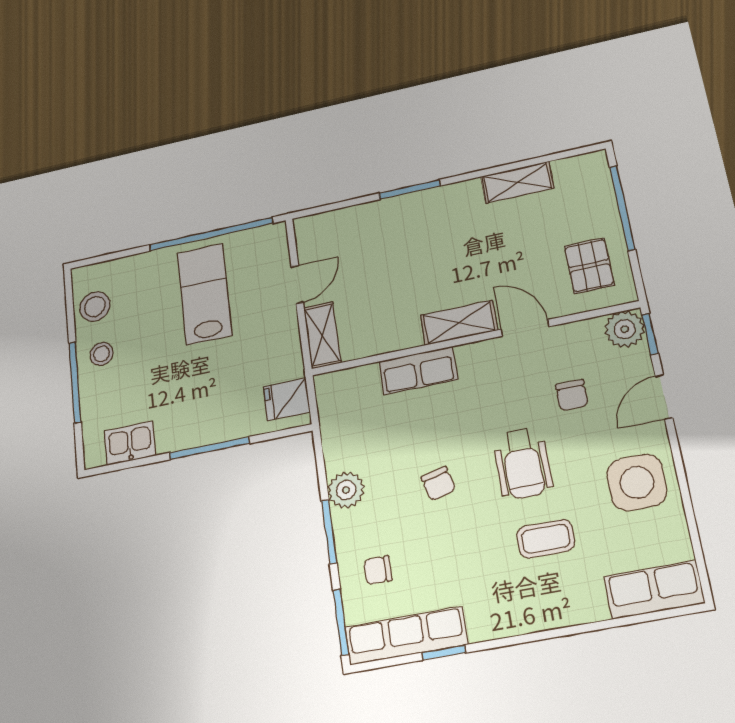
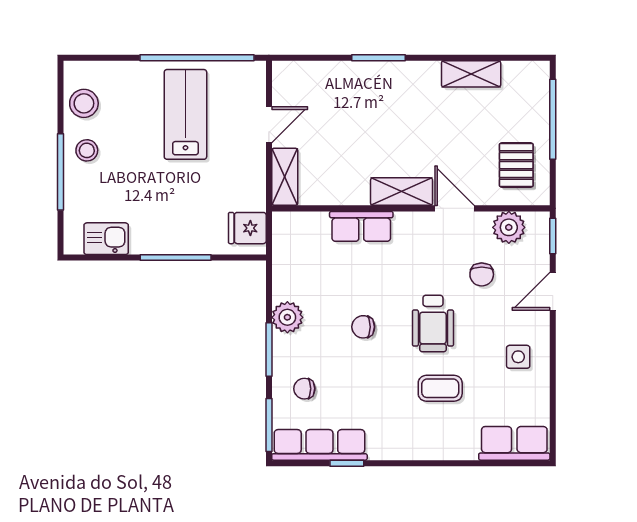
plant: (625, 329) -> (509, 227), moved
side table: (637, 482) -> (518, 357), width x0.54, depth x0.54
chair: (438, 484) -> (363, 327), turned 104

